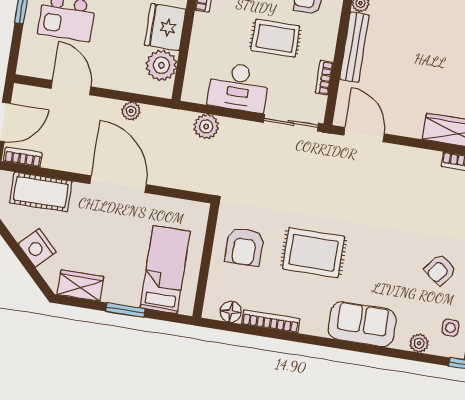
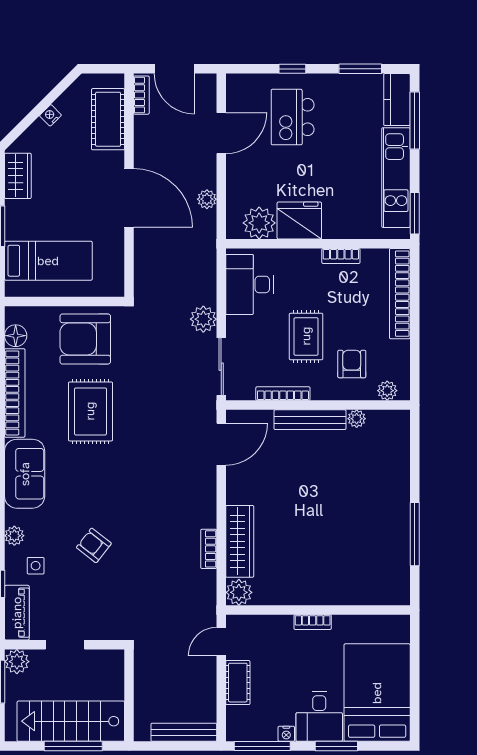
bookcase: (324, 78) -> (283, 394), width x1.56
desk: (238, 87) -> (249, 284), moved
plant: (206, 126) -> (203, 319), moved
door: (118, 184) -> (129, 198), hinge flipped
armchair: (244, 247) -> (85, 339), width x1.36, depth x1.36
nightstand: (37, 248) -> (50, 115), width x0.53, depth x0.56
bookcase: (271, 321) -> (15, 393), width x1.48, depth x1.31

